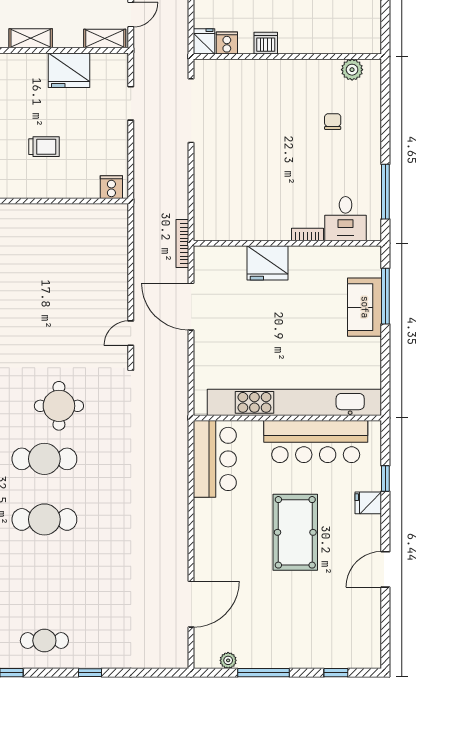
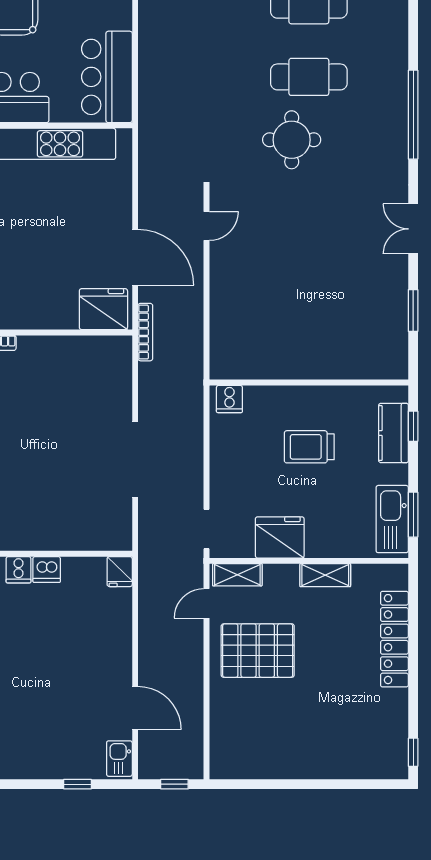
cooker: (227, 43) -> (18, 570), moved
doorway: (131, 103) -> (207, 529), moved
doorway: (191, 111) -> (135, 460), moved
trolley: (44, 147) -> (309, 447), width x1.36, depth x1.39
fridge: (267, 263) -> (103, 309), moved

